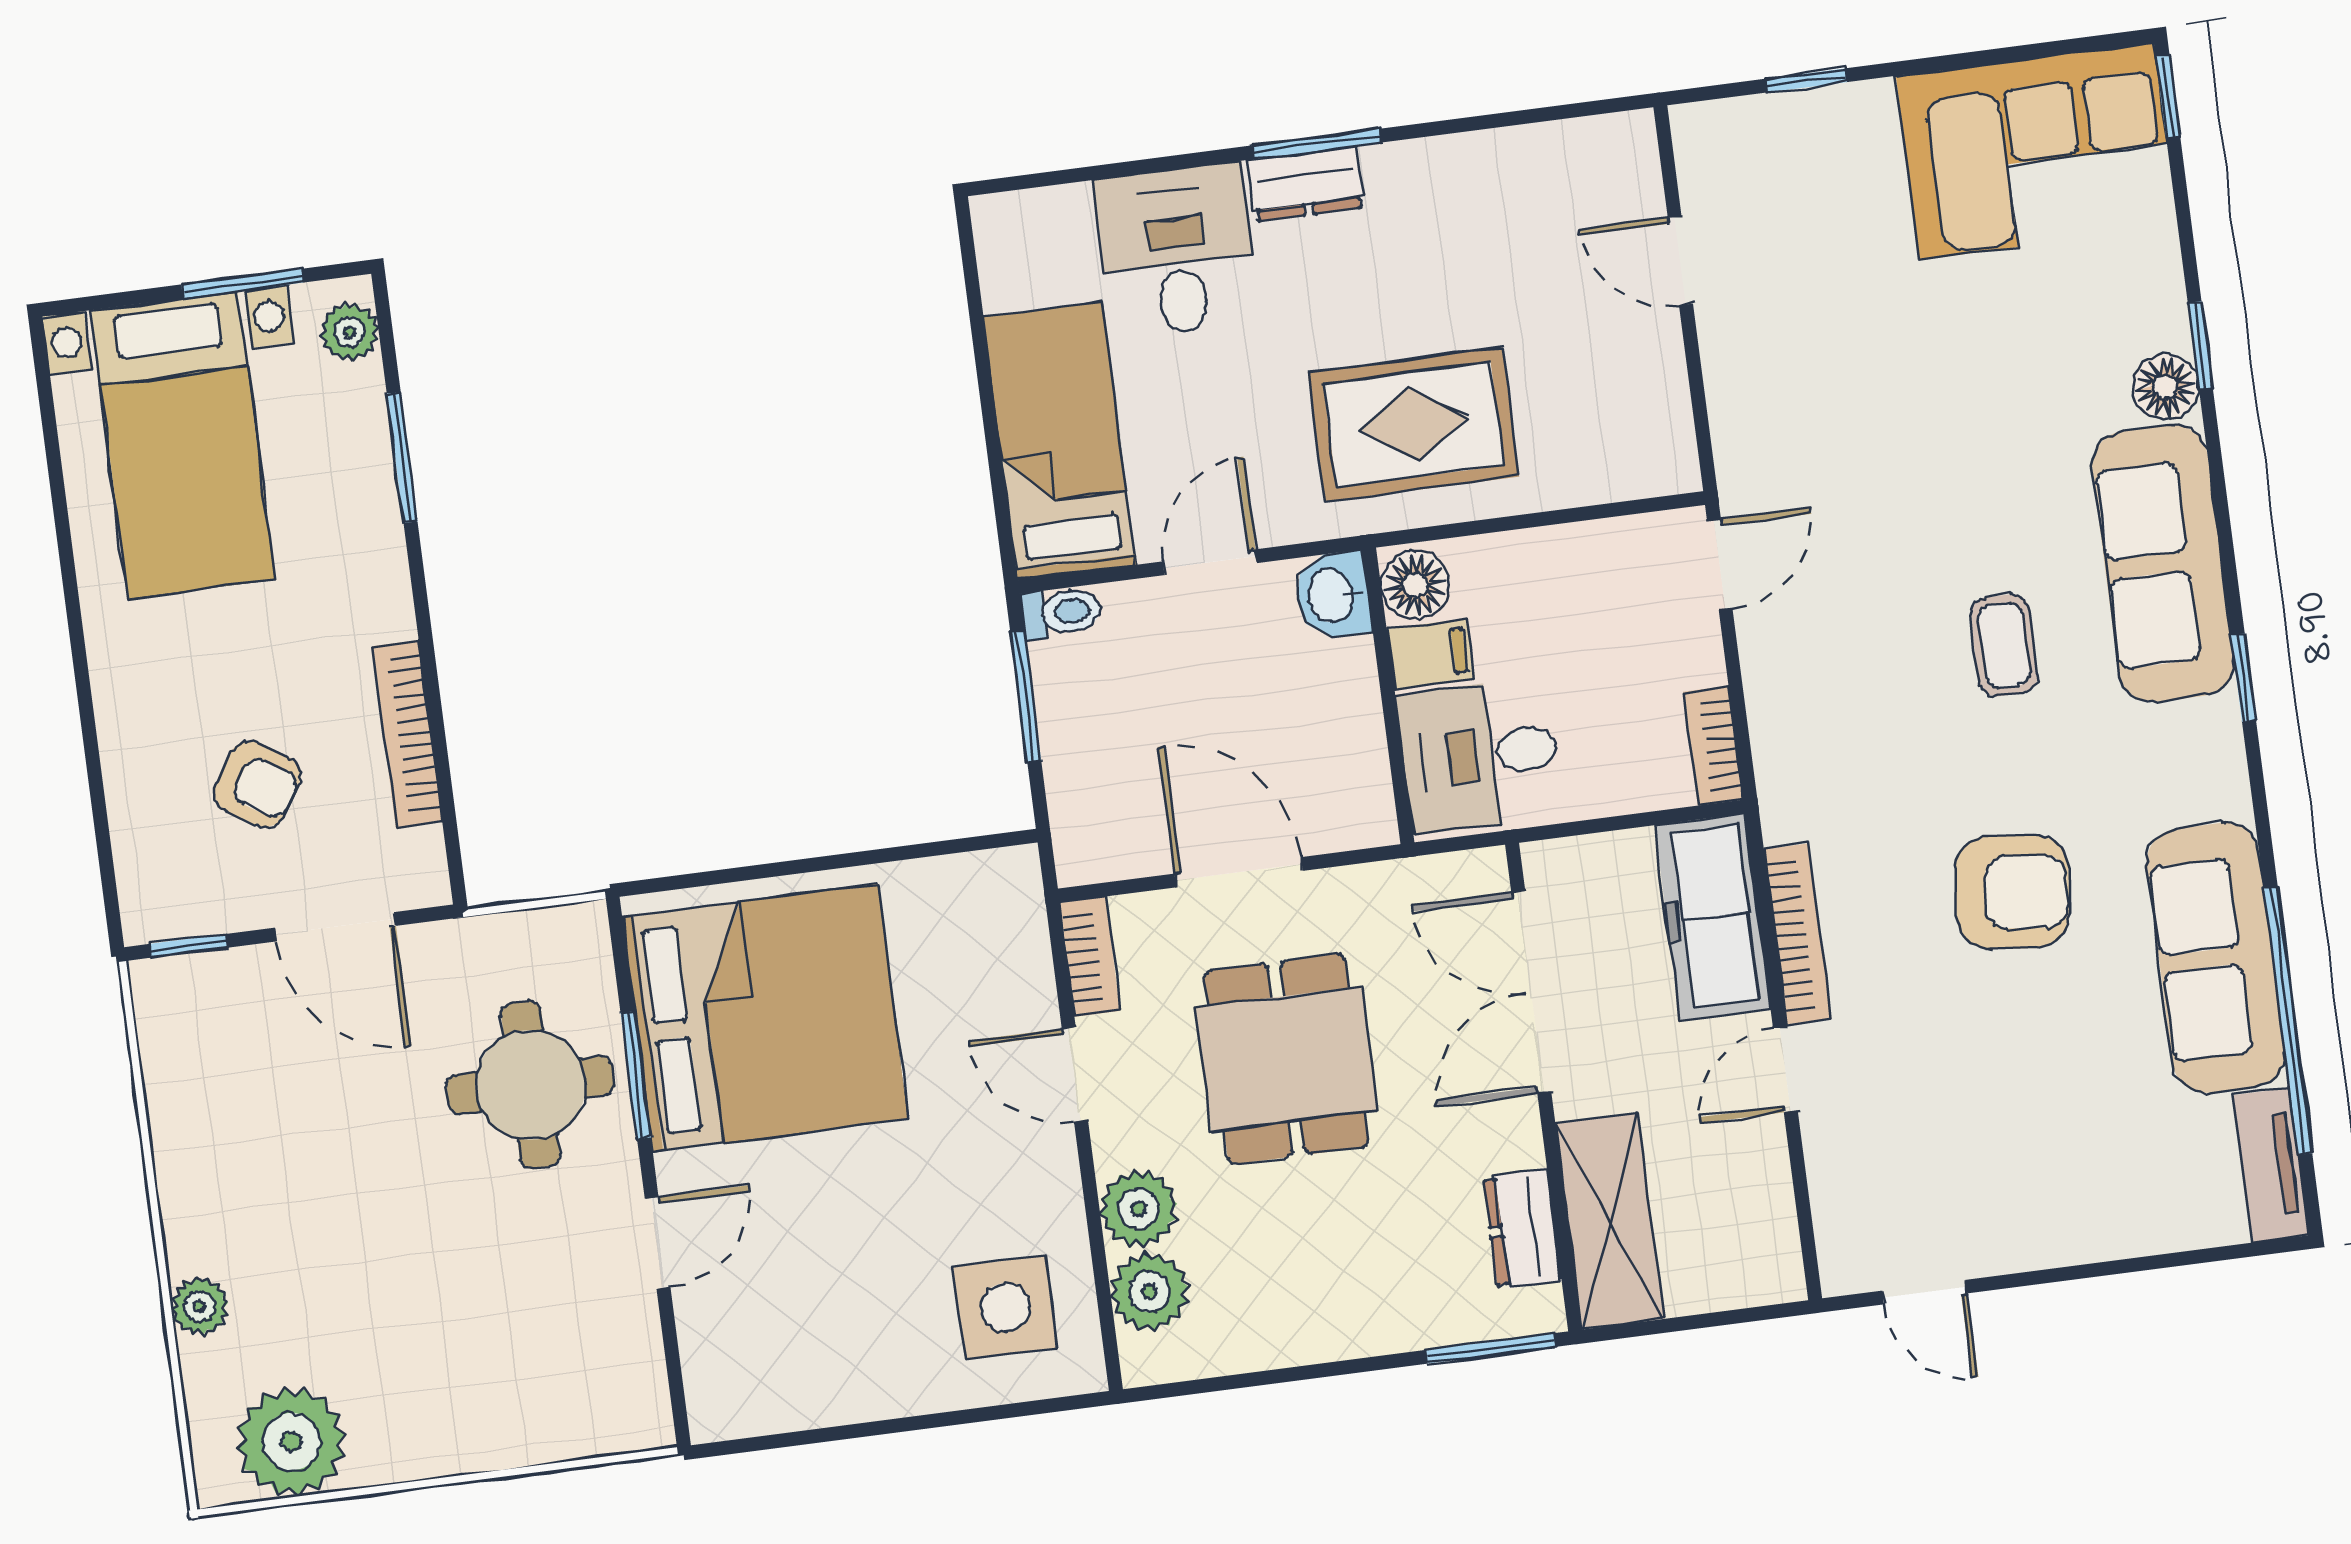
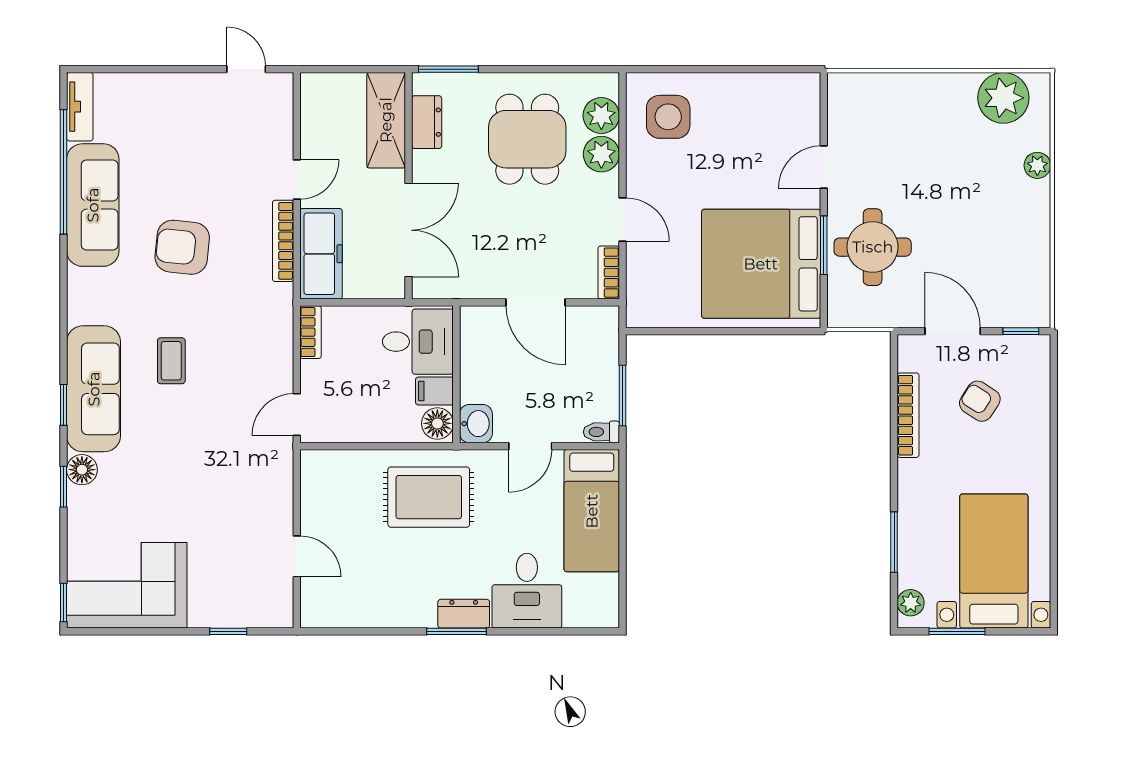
window: (2243, 678) -> (64, 405), moved
dining table: (1286, 1059) -> (527, 139), moved

